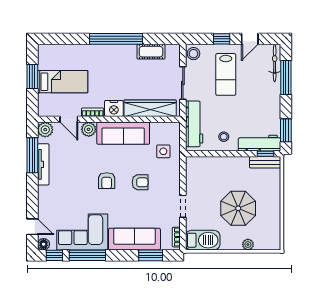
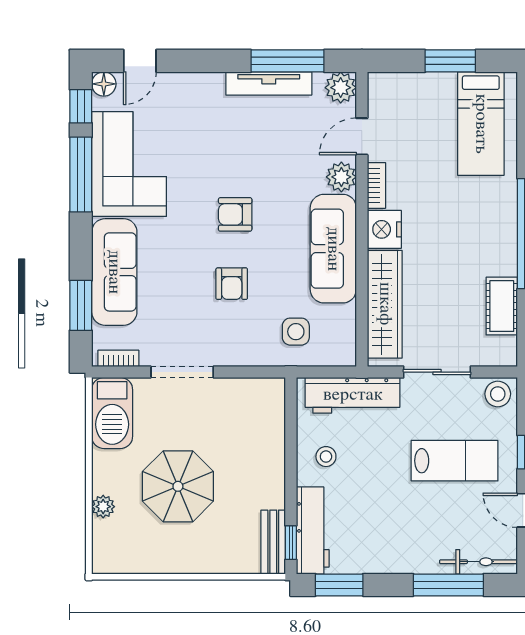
lab bench: (226, 74) -> (455, 461), turned 180
bed: (63, 82) -> (481, 124), moved
doorway: (183, 206) -> (182, 372), width x1.38

